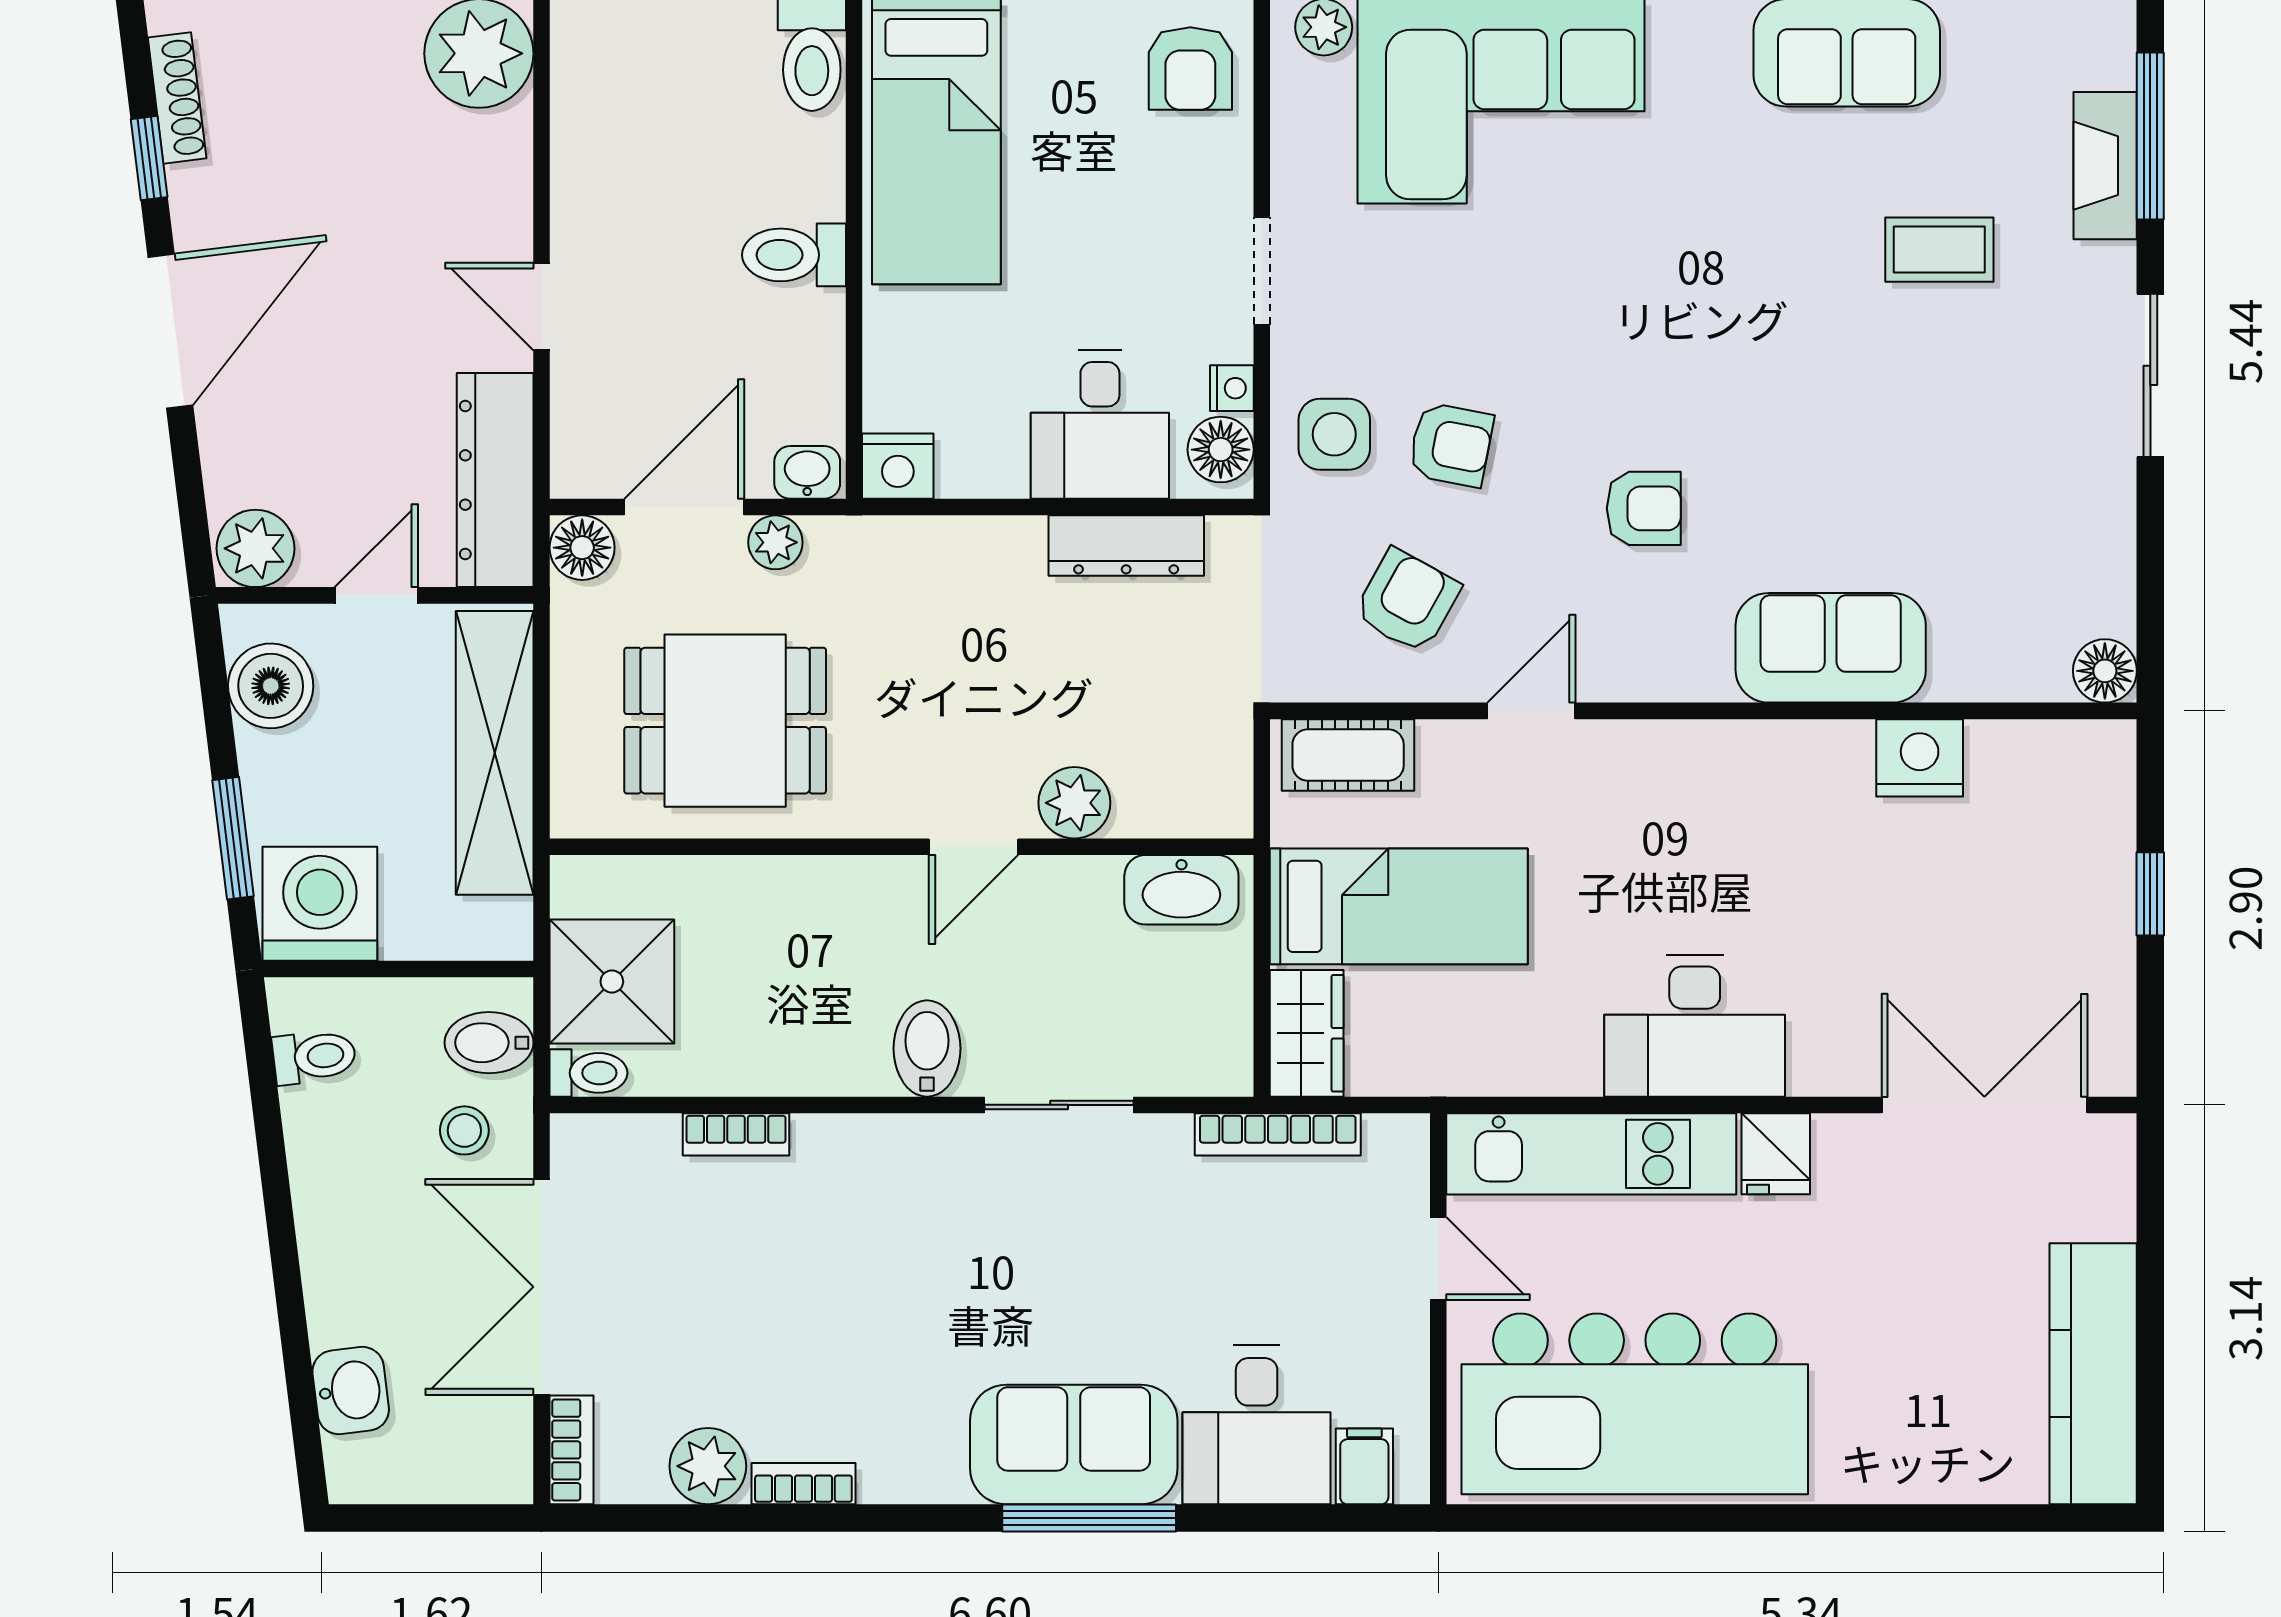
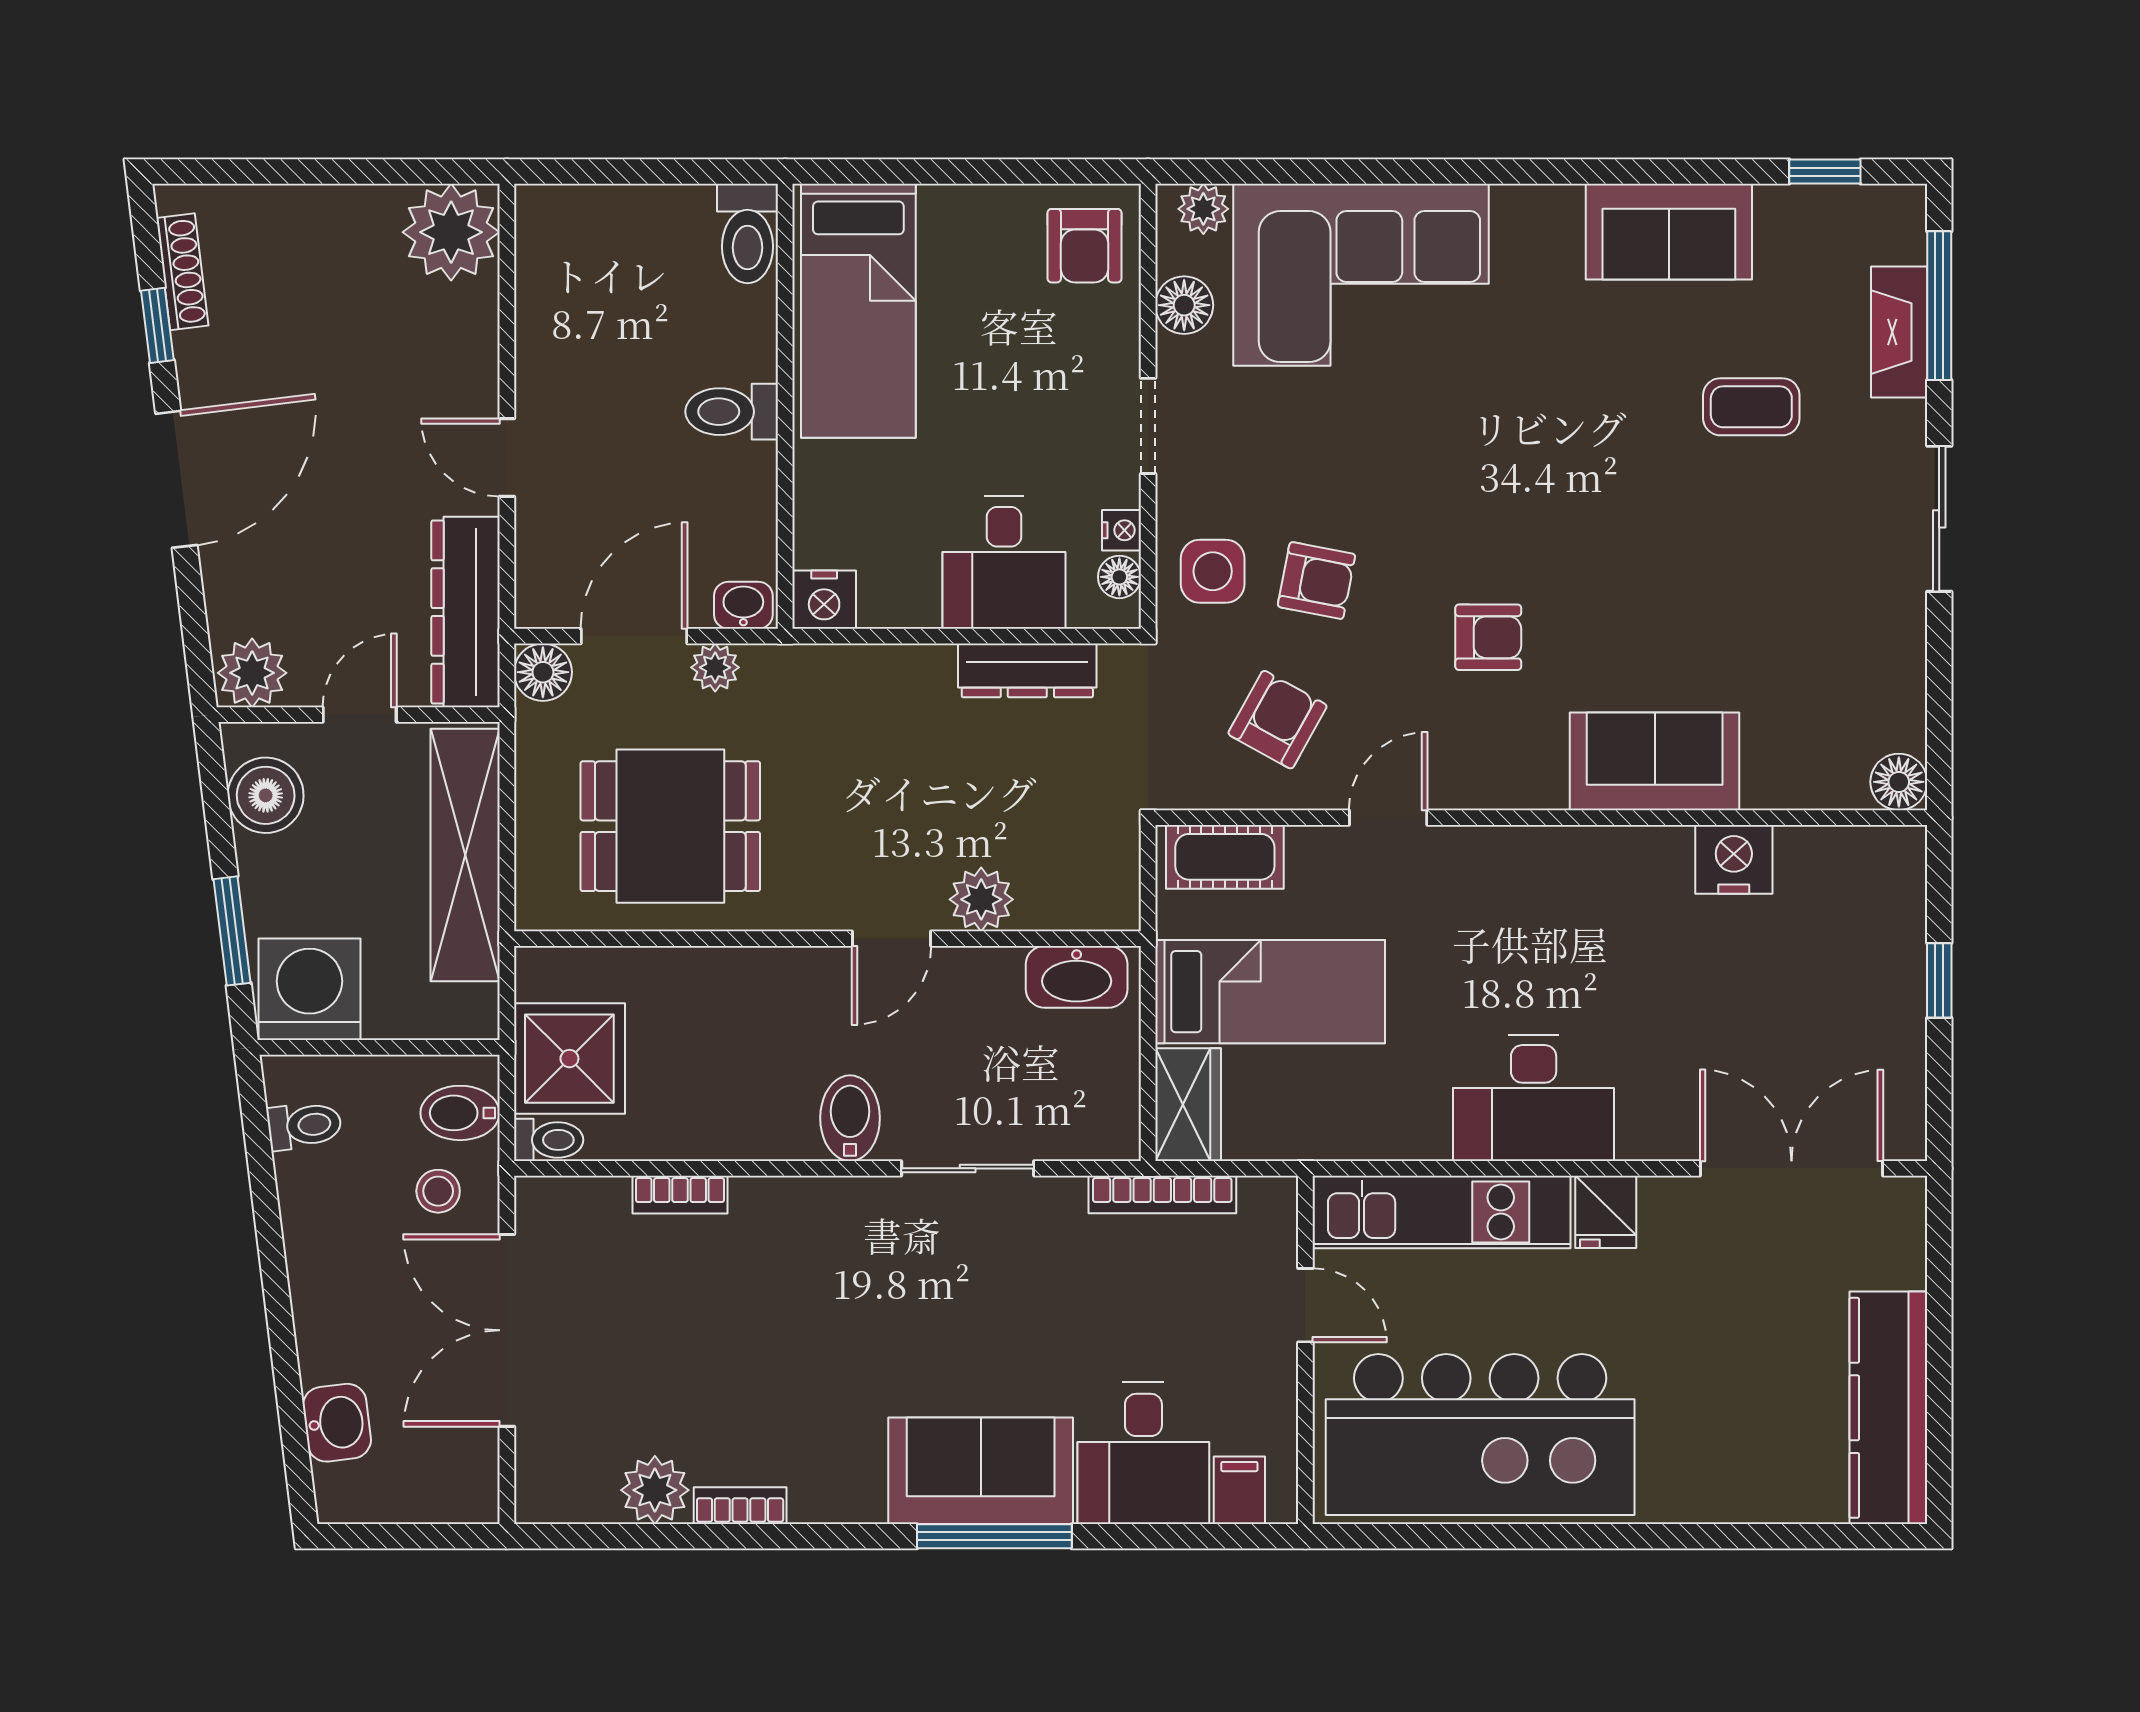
floor lamp: (1302, 135) -> (1184, 305), added
floor lamp: (1221, 450) -> (1119, 577), width x0.73, depth x0.73
bookcase: (571, 1450) -> (533, 1476), removed

